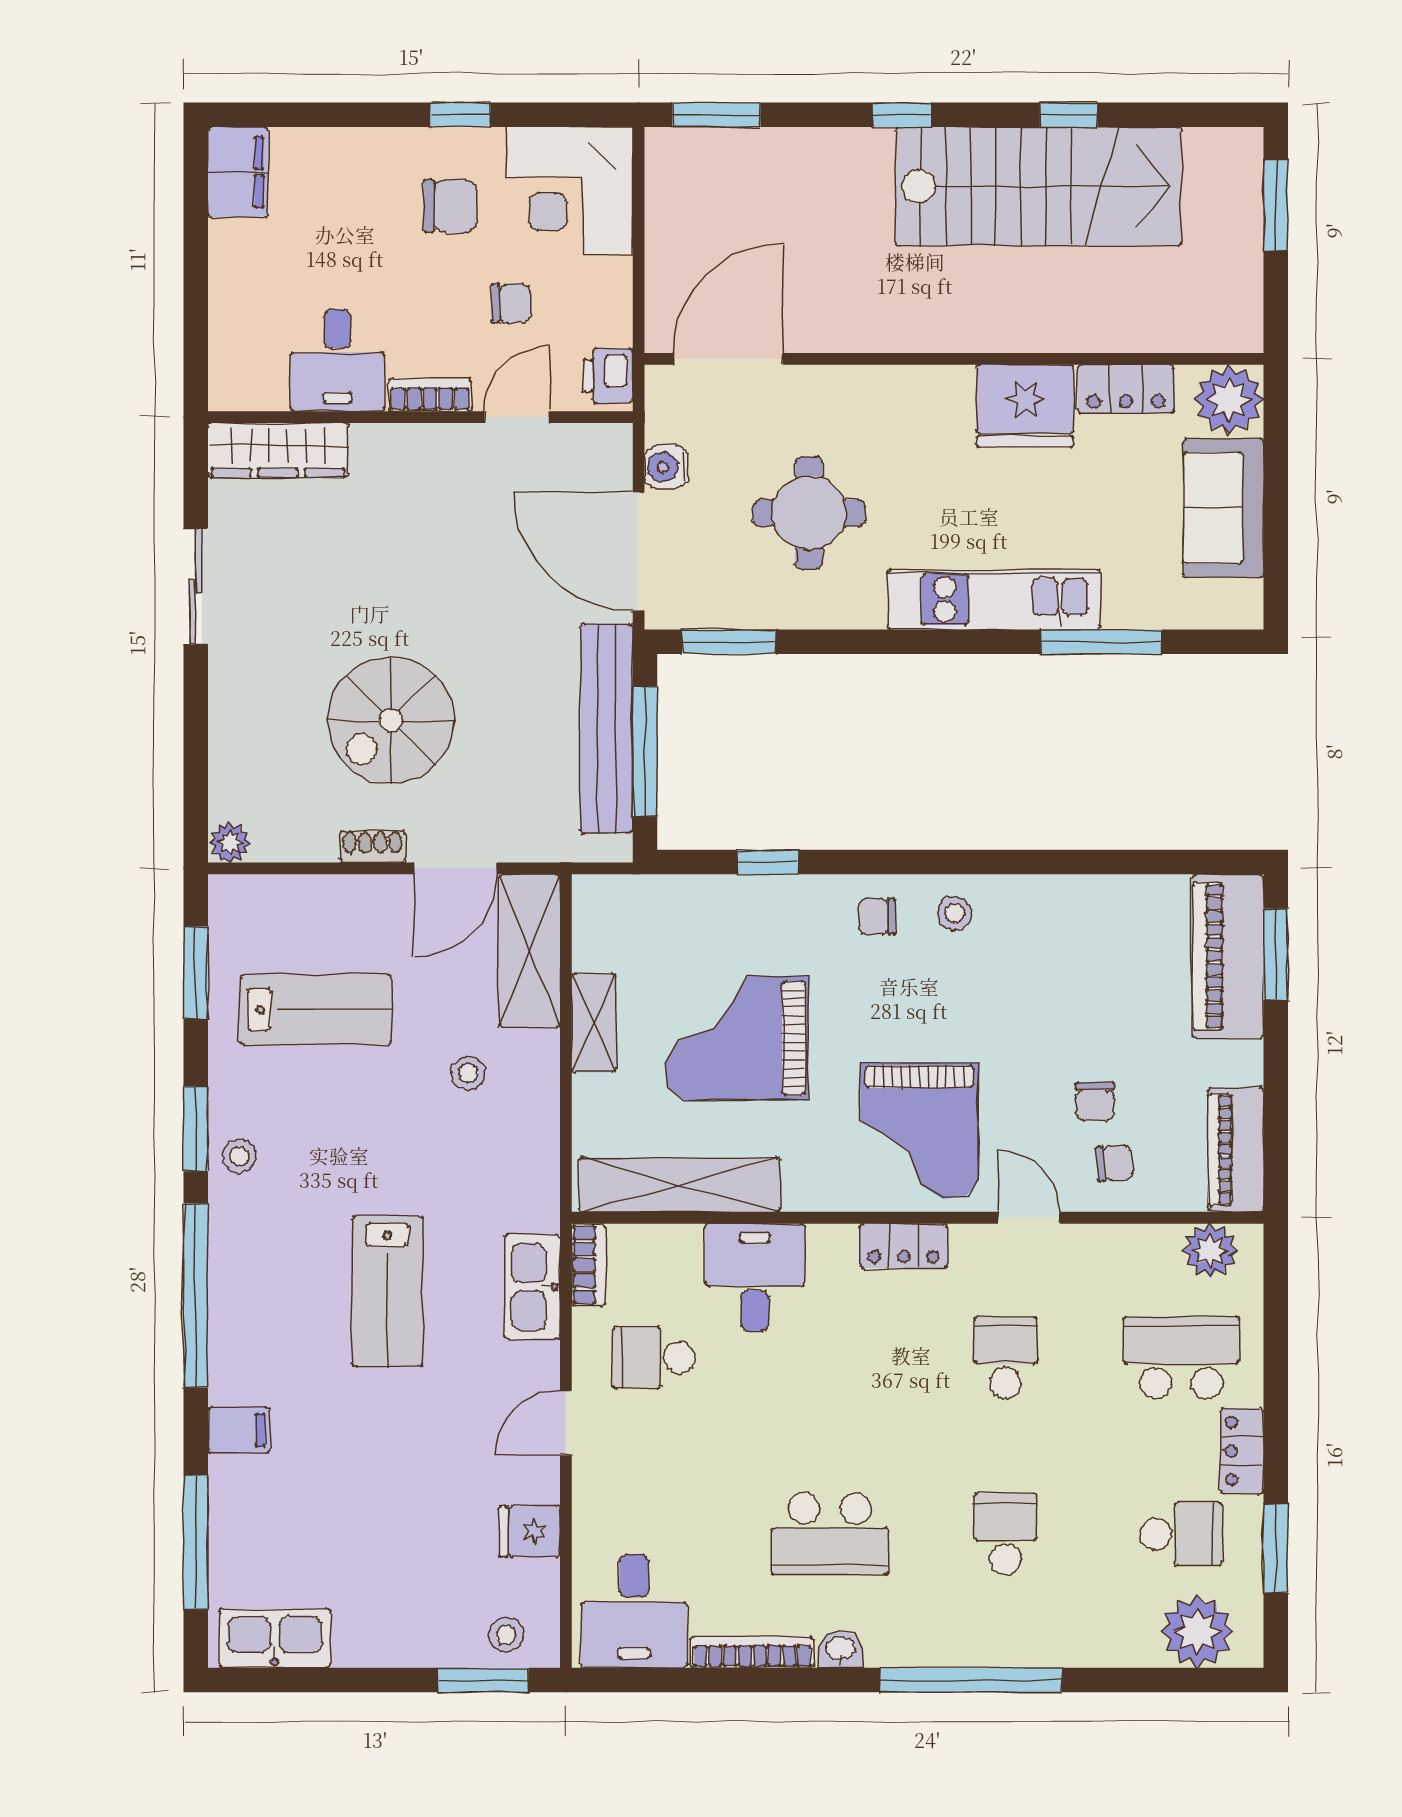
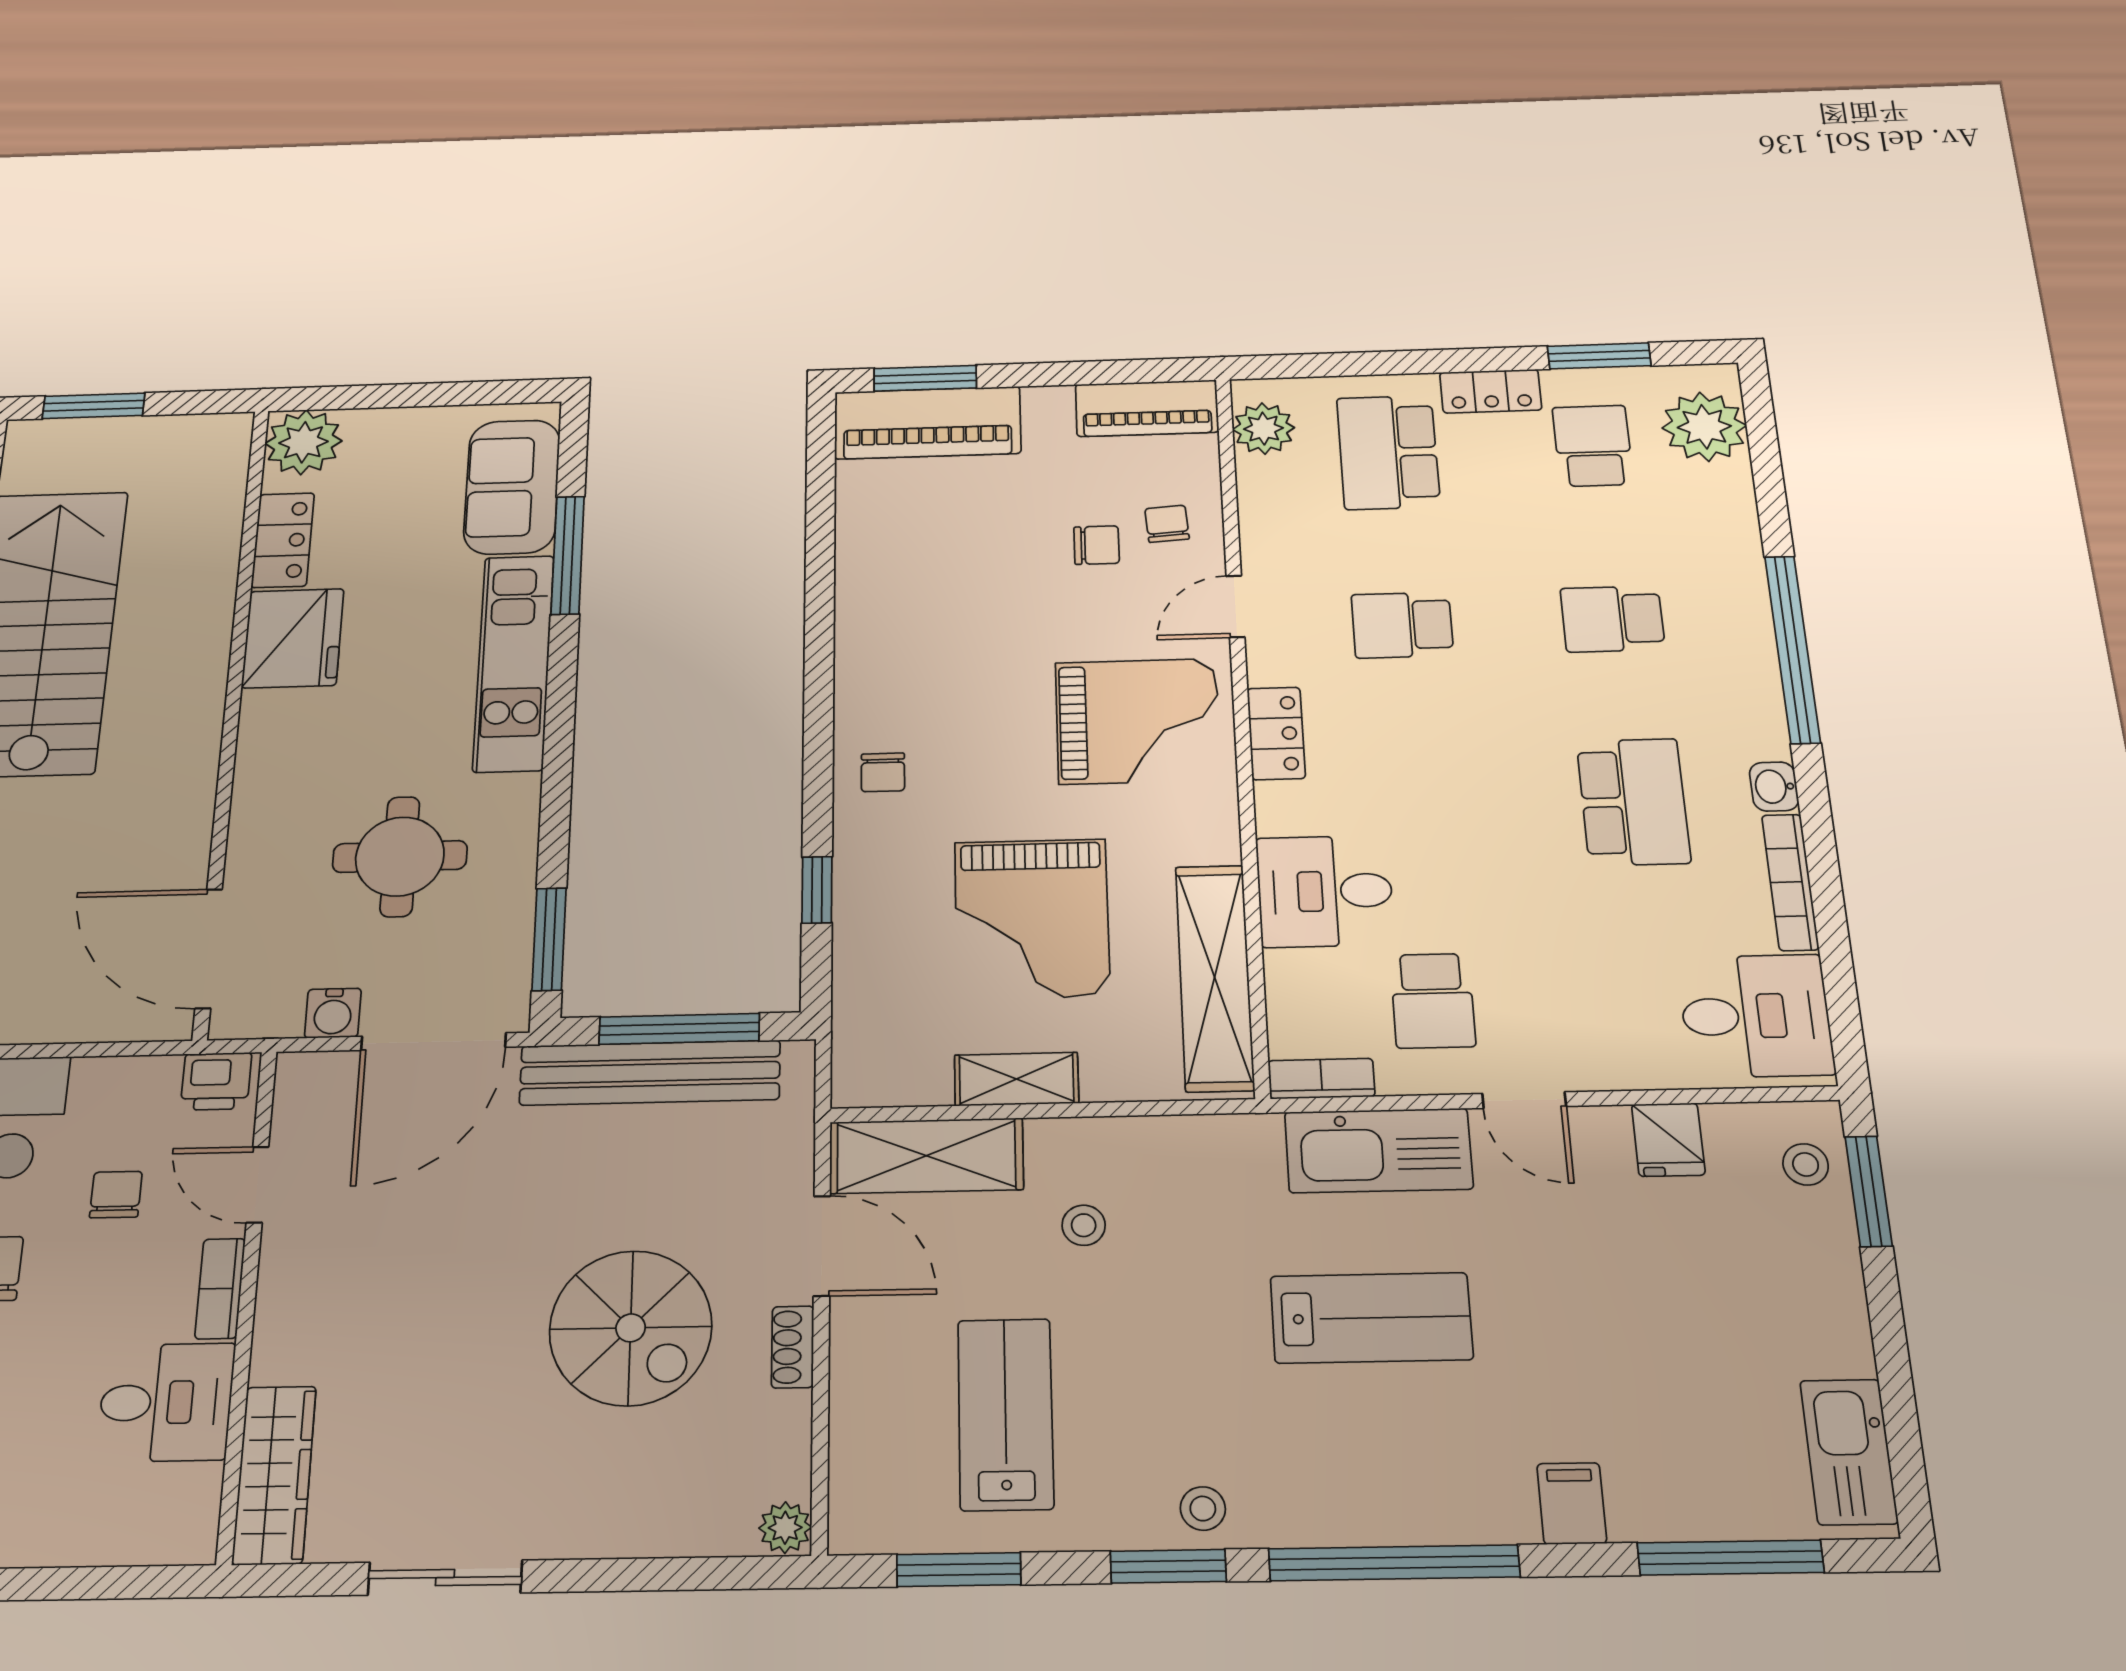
sofa: (1223, 508) -> (512, 487), moved, turned 90
stool: (955, 913) -> (879, 692), removed
kitchen sink: (532, 1287) -> (1379, 1150), width x1.36, depth x1.24

